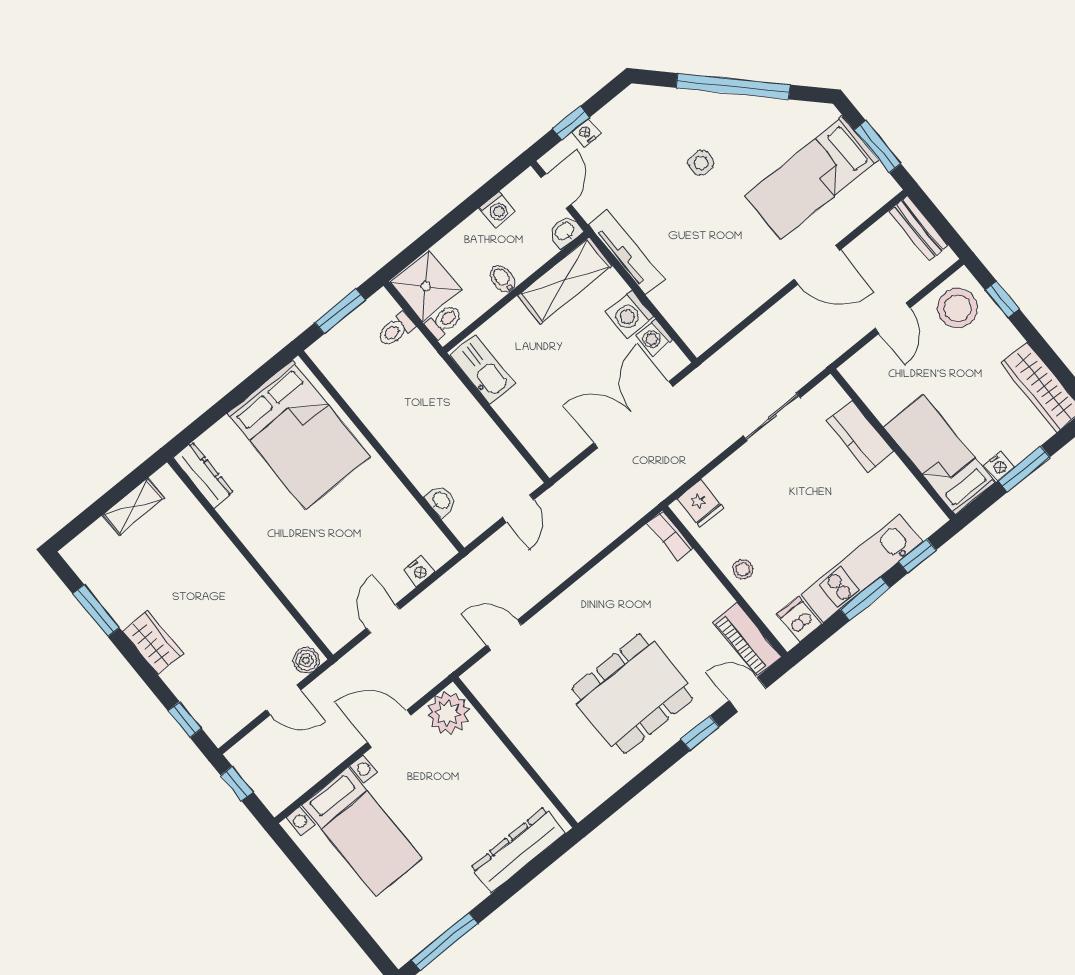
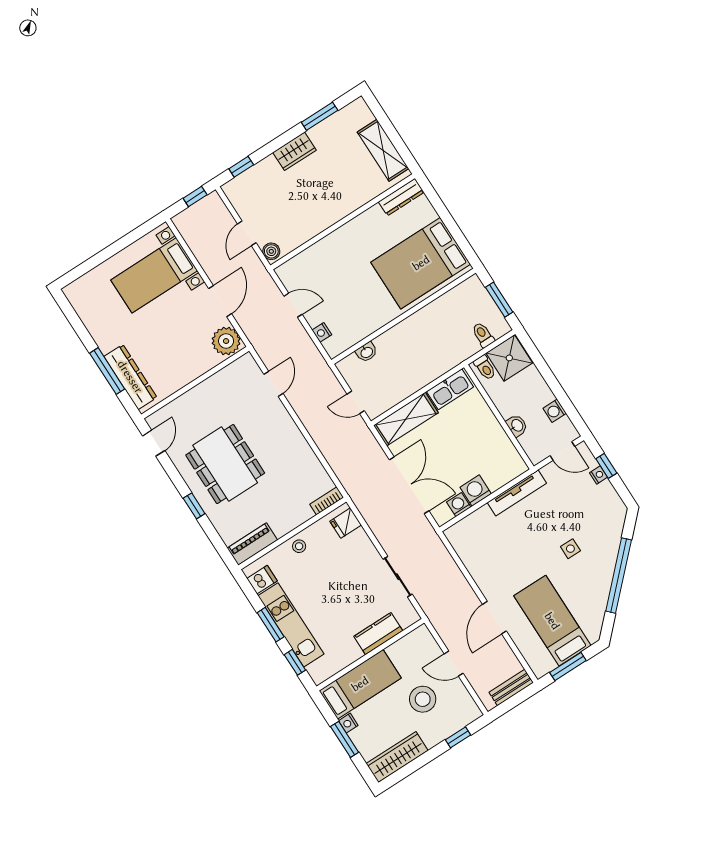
washbasin: (565, 232) -> (517, 426), moved
bidet: (503, 279) -> (509, 409), removed
shelving: (565, 280) -> (406, 419), moved, turned 90
stool: (957, 308) -> (423, 699), moved
shelving: (133, 507) -> (383, 150), width x1.50, depth x1.33
door: (748, 694) -> (154, 443), moved
window: (445, 942) -> (107, 371), moved

